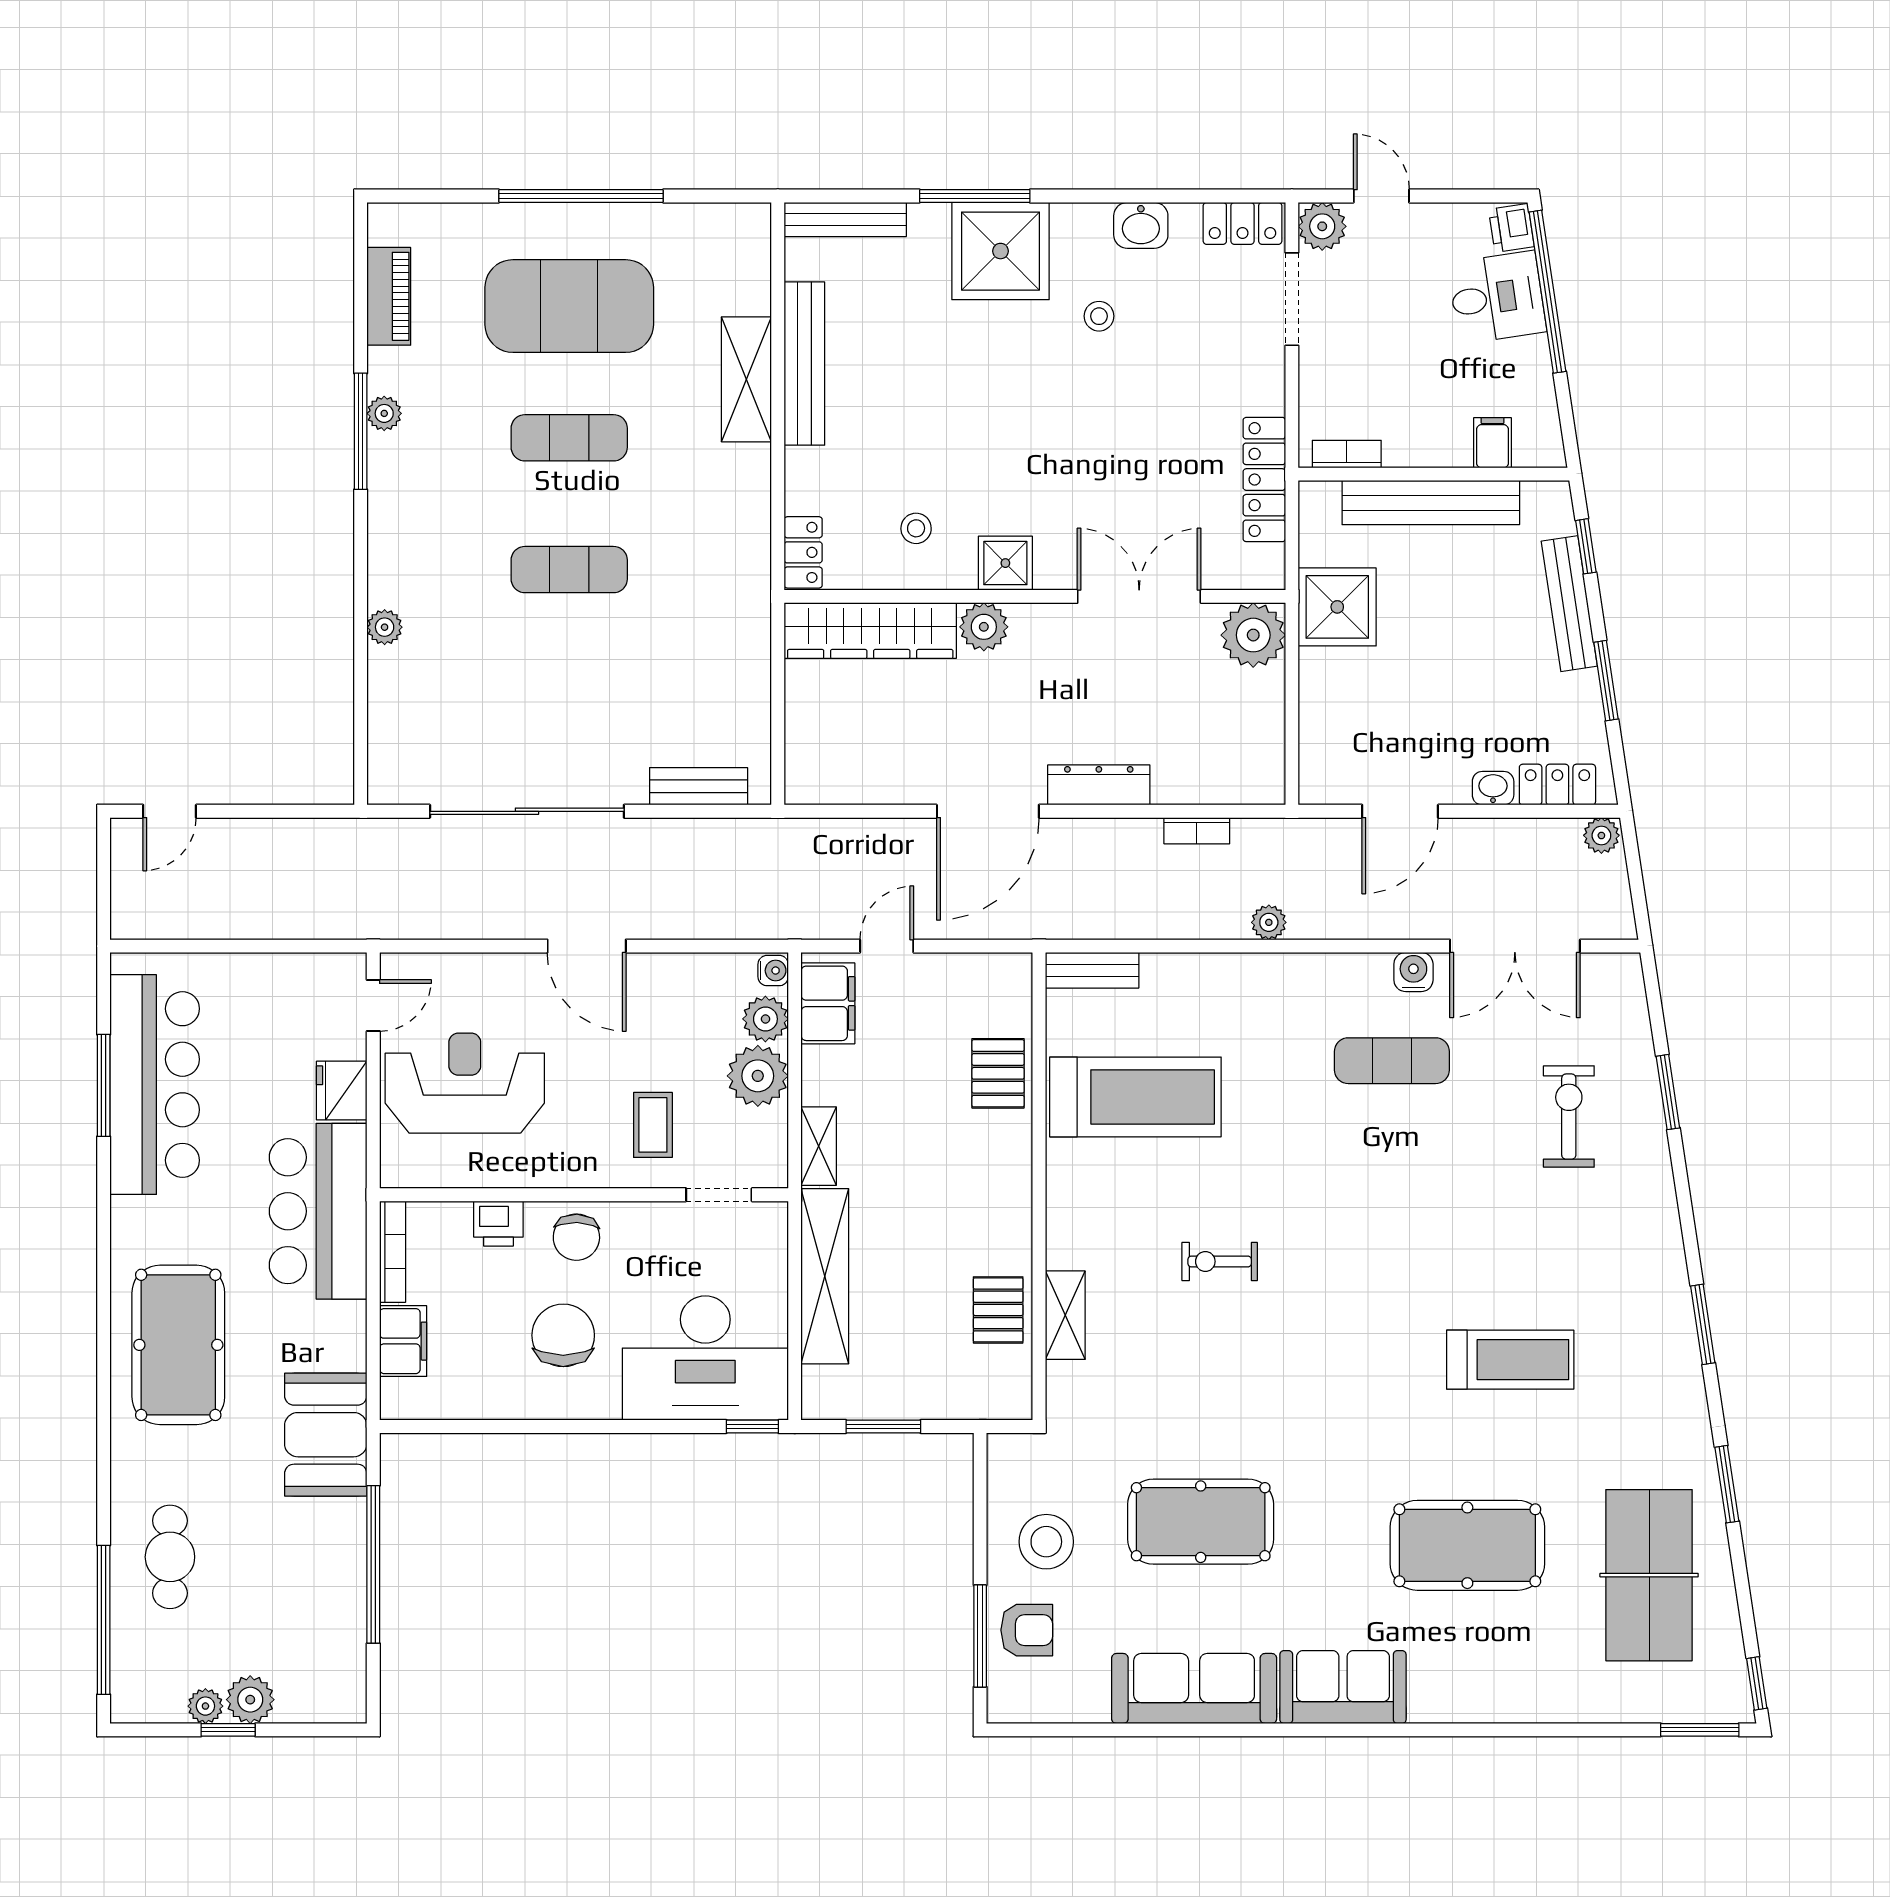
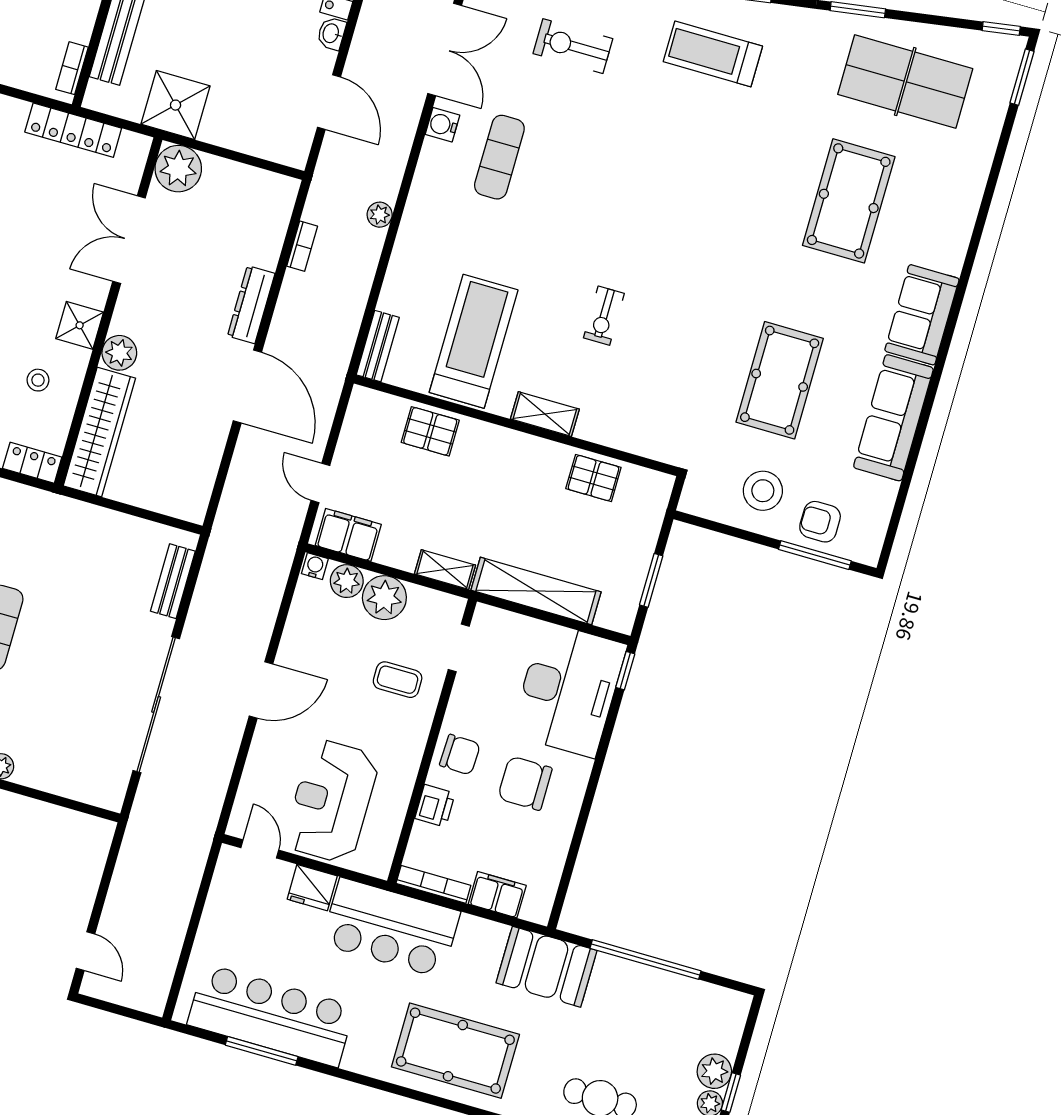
shelving: (1065, 1315) -> (545, 414), moved
treadmill: (1510, 1360) -> (713, 54), moved, turned -90
armchair: (1027, 1630) -> (820, 522), turned -90

